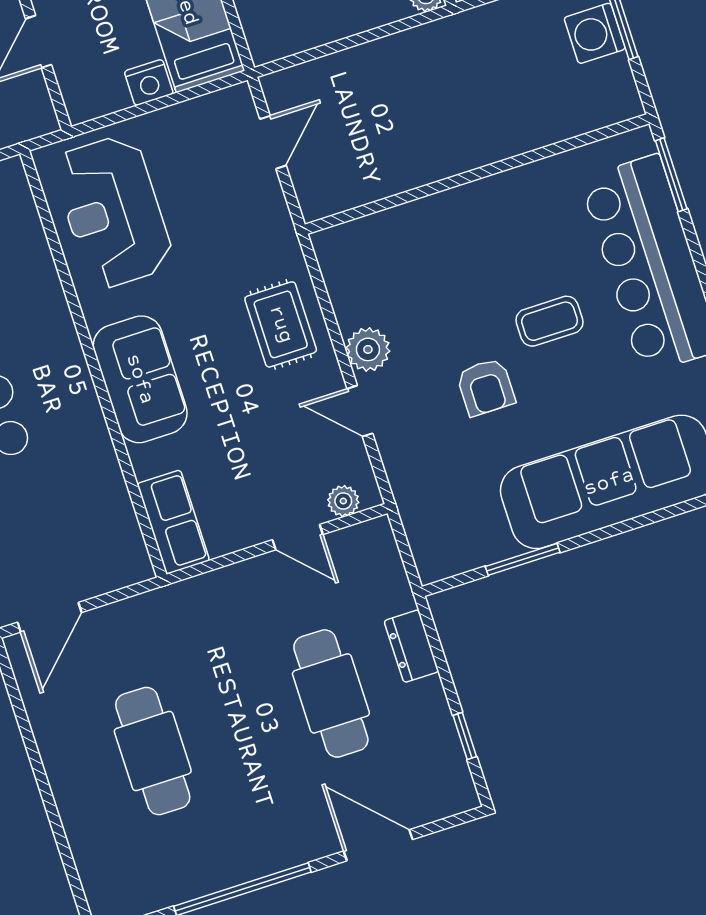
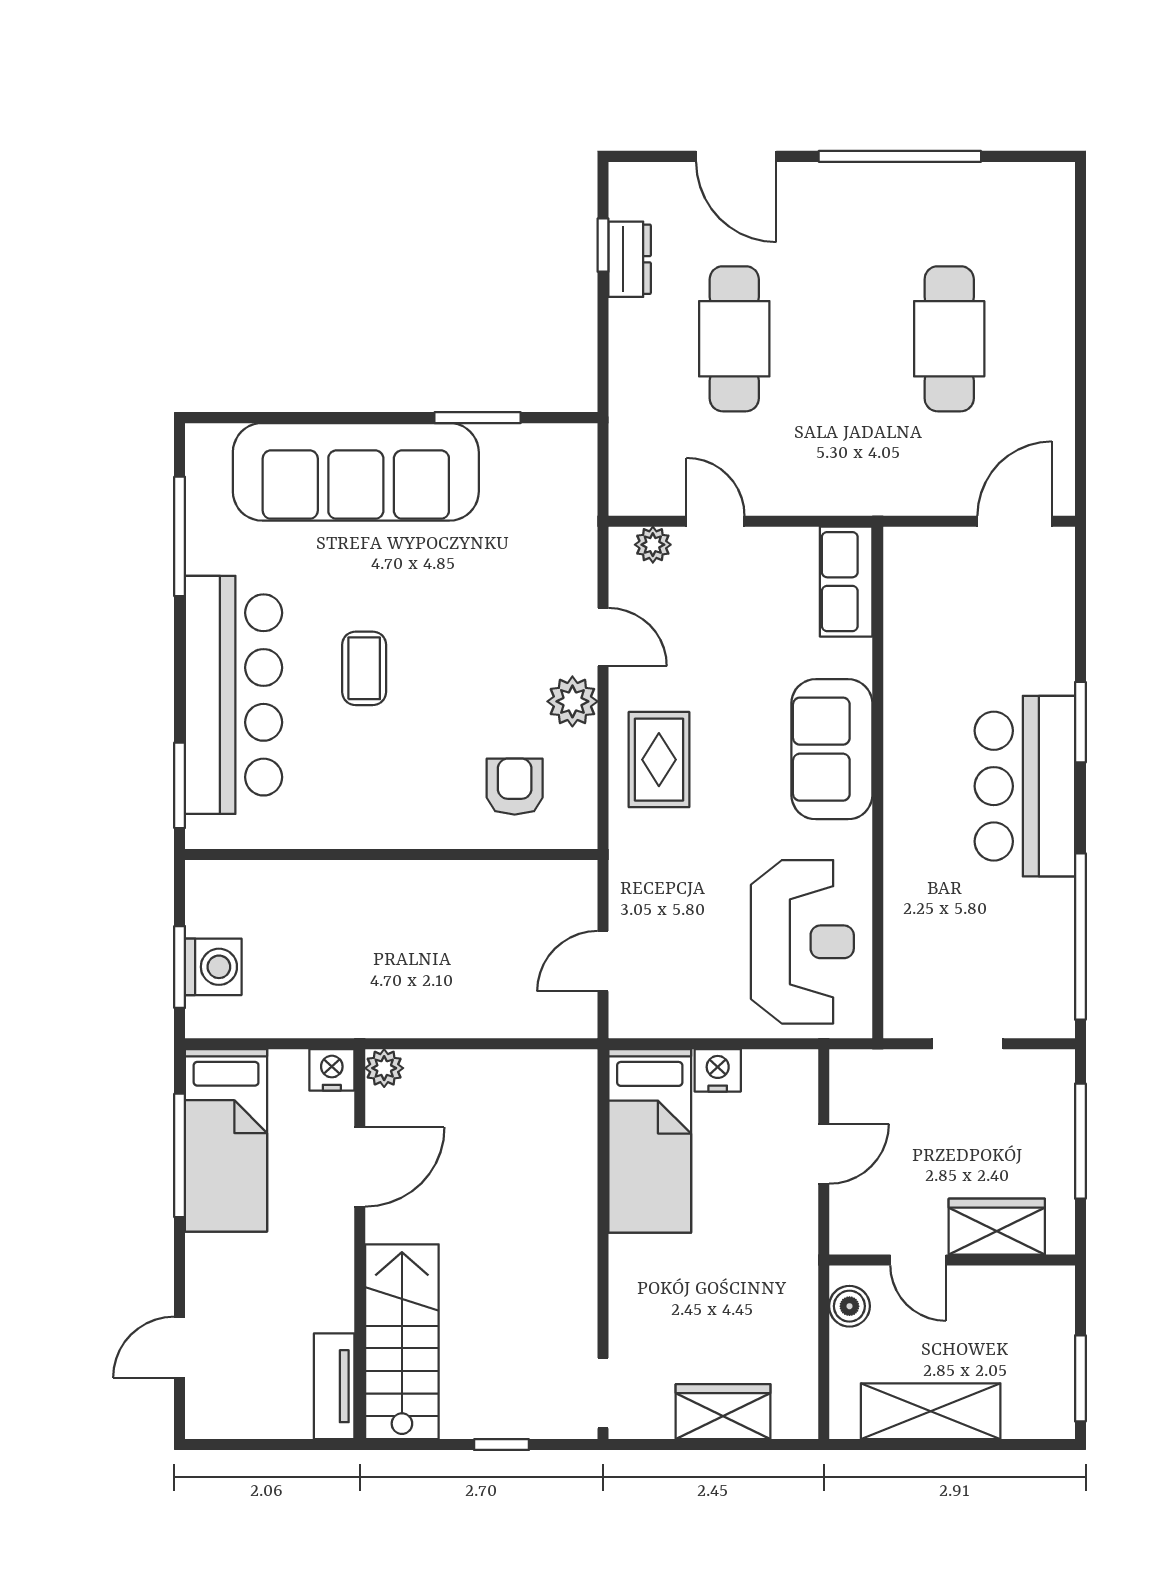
coffee table: (550, 321) -> (364, 668), turned 90
armchair: (486, 387) -> (515, 787), moved
dresser: (411, 646) -> (630, 259), moved

